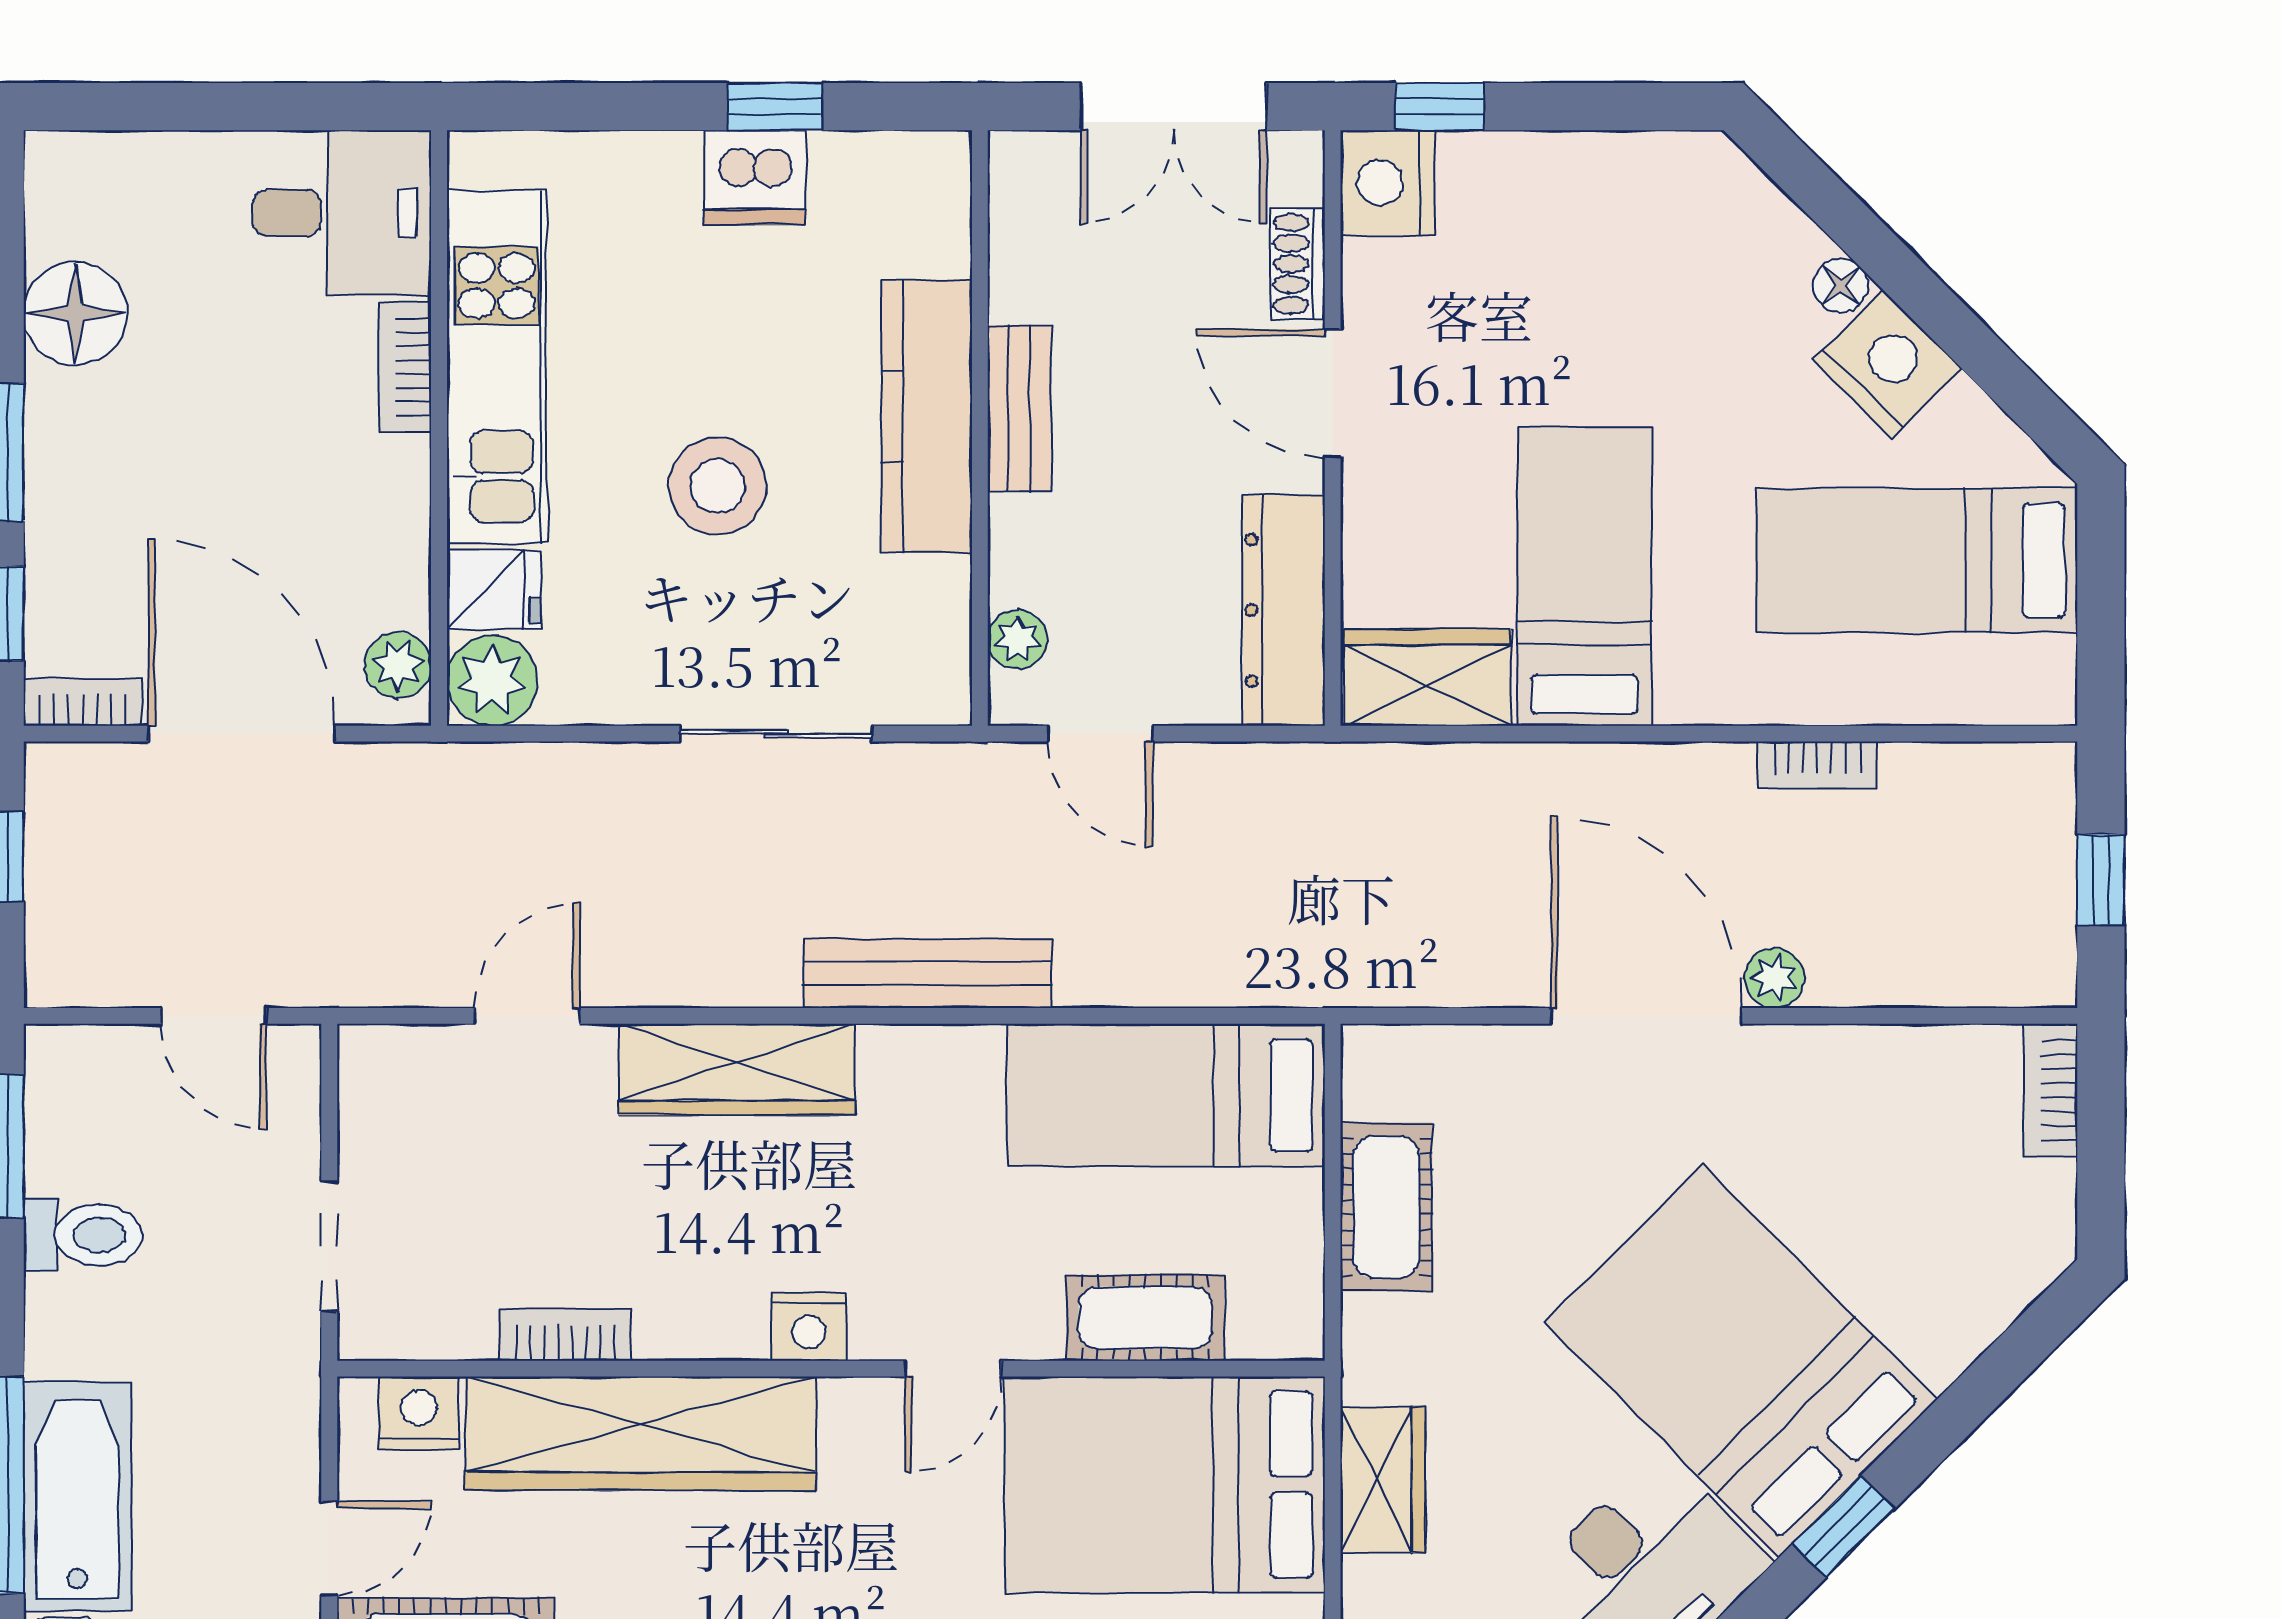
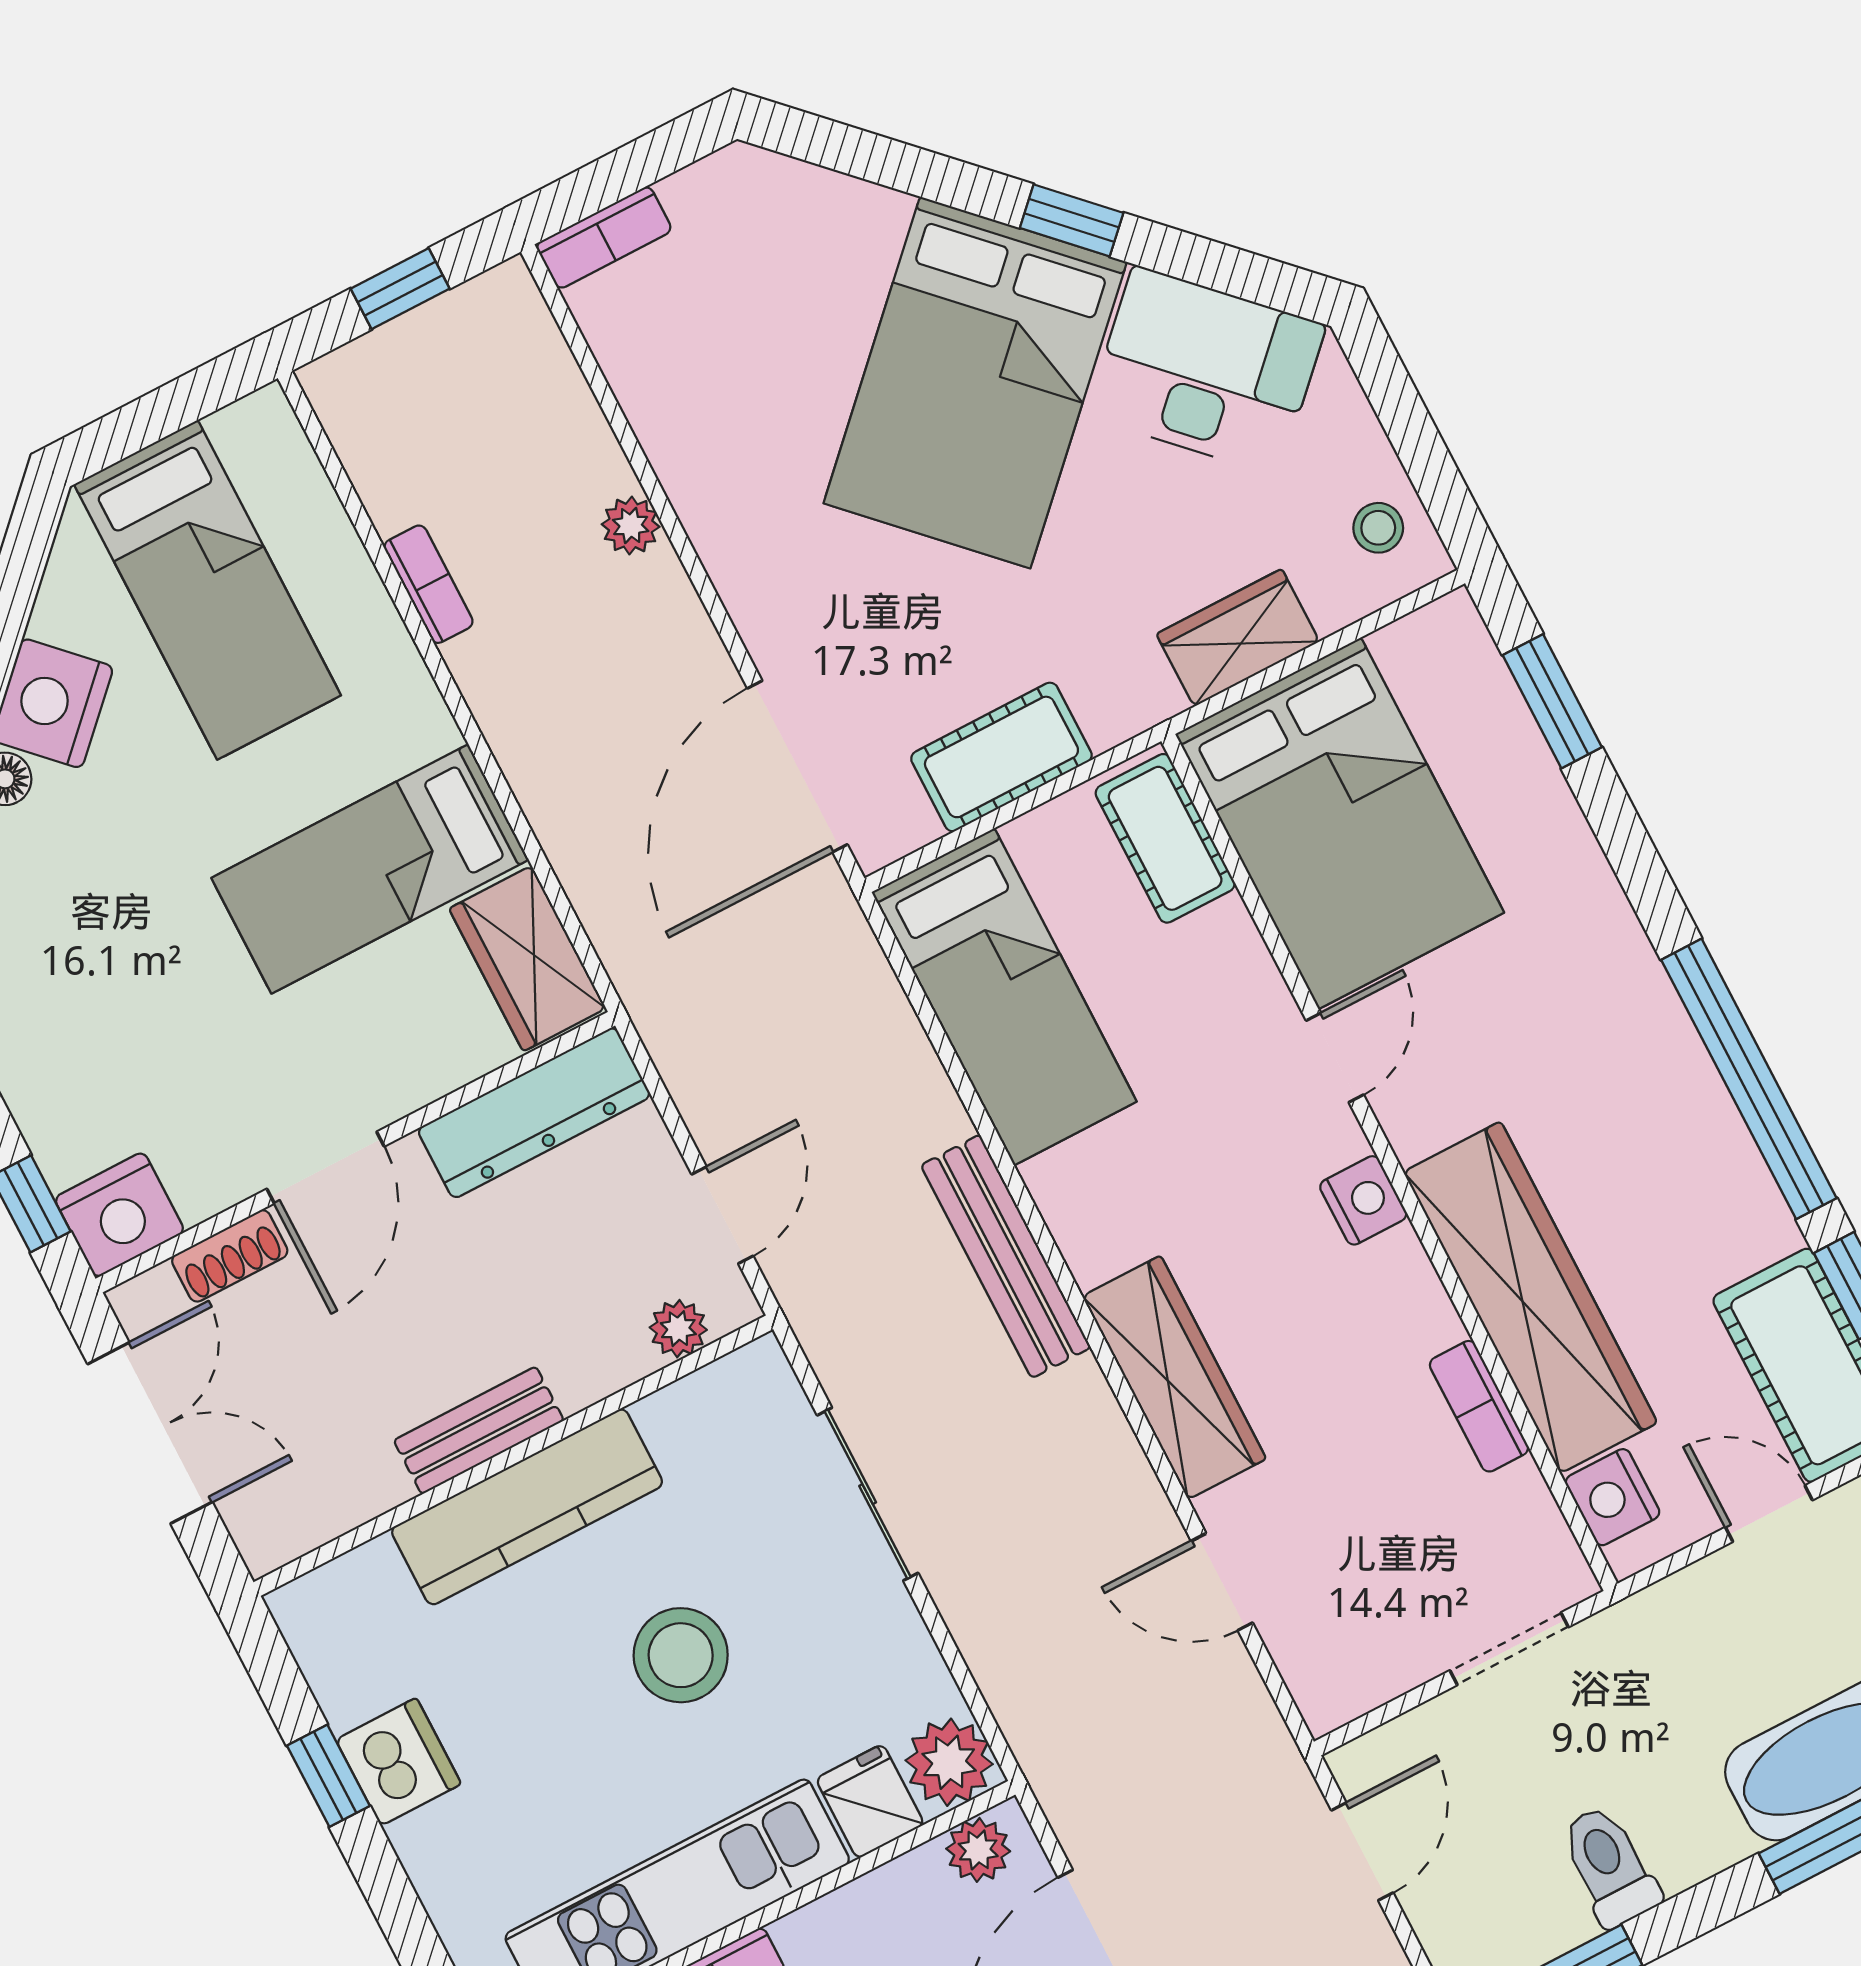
door: (1646, 1016) -> (797, 766), moved
cot: (1145, 1318) -> (1165, 838), moved
door: (953, 1369) -> (1335, 1058), hinge flipped

